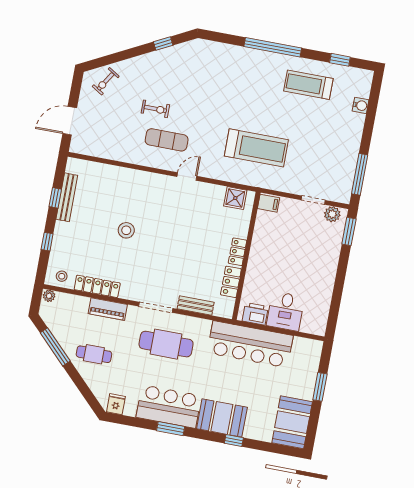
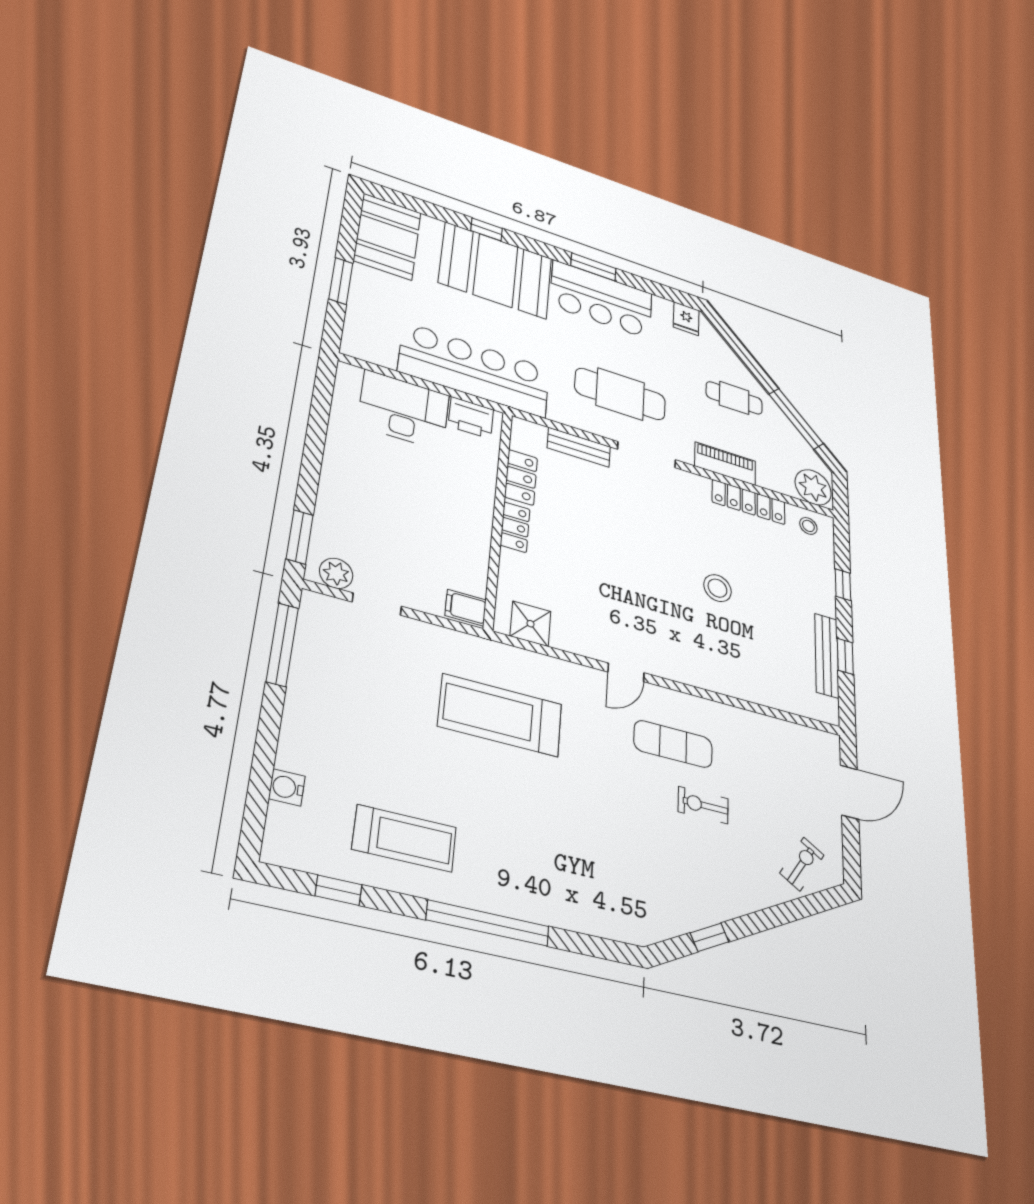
plant: (49, 296) -> (813, 487), width x1.87, depth x1.87
desk: (285, 311) -> (404, 410), width x1.37
booth: (222, 418) -> (496, 270), width x1.36, depth x1.42

